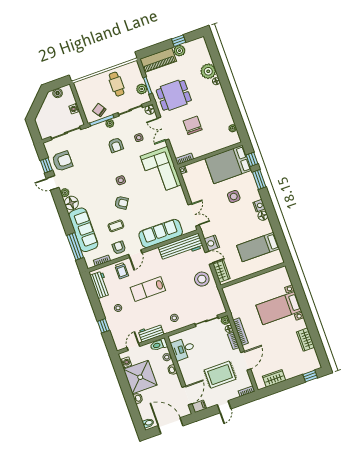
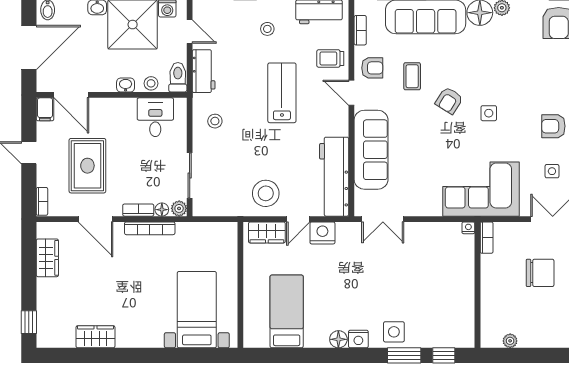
bed: (228, 164) -> (450, 311), removed
side table: (234, 196) -> (394, 332), moved
bed with nightstands: (279, 308) -> (197, 310), moved

